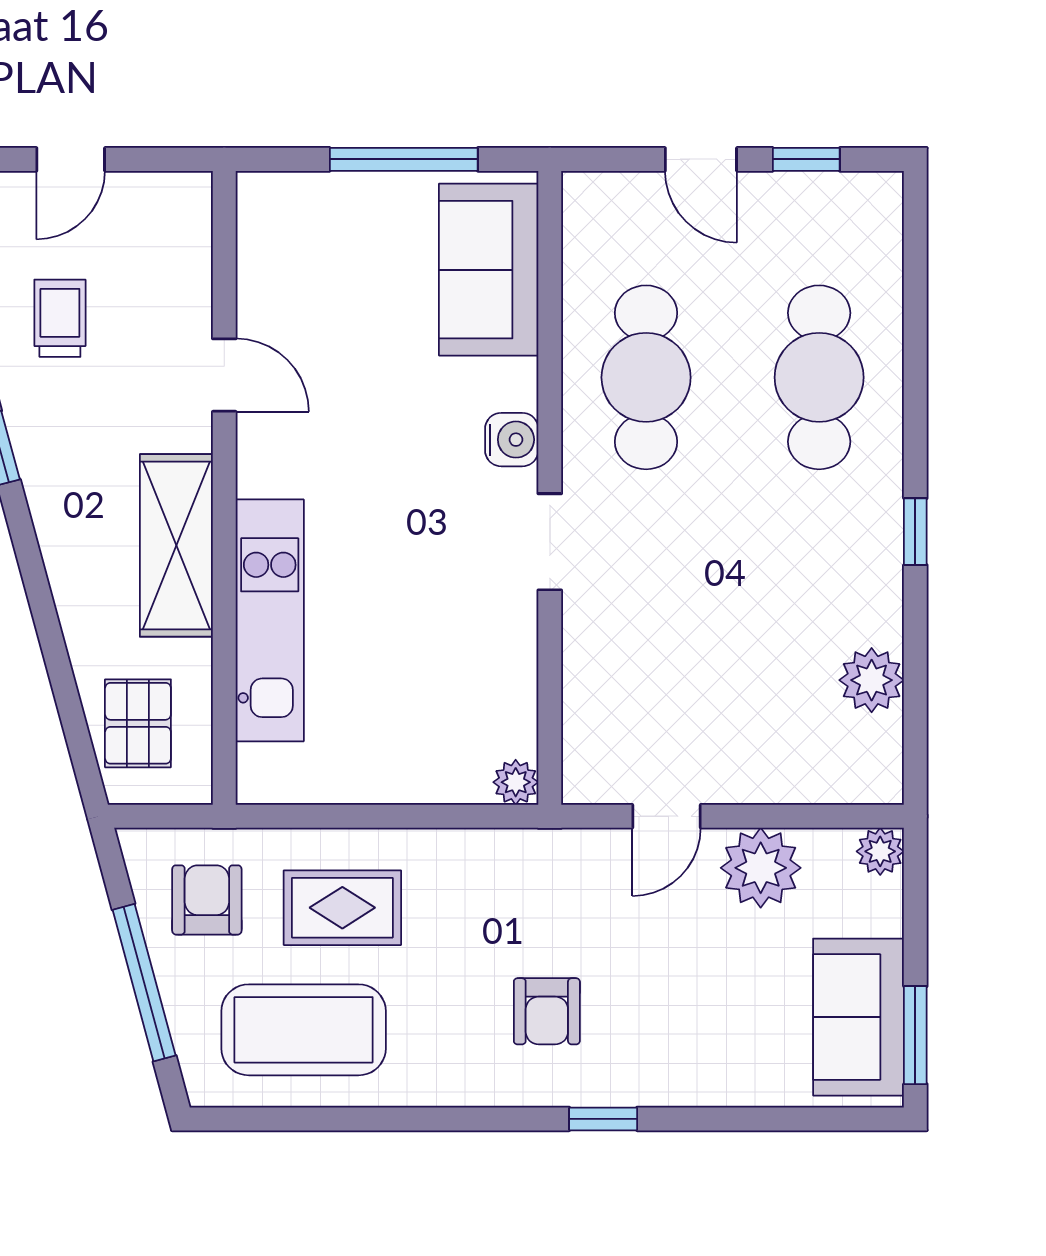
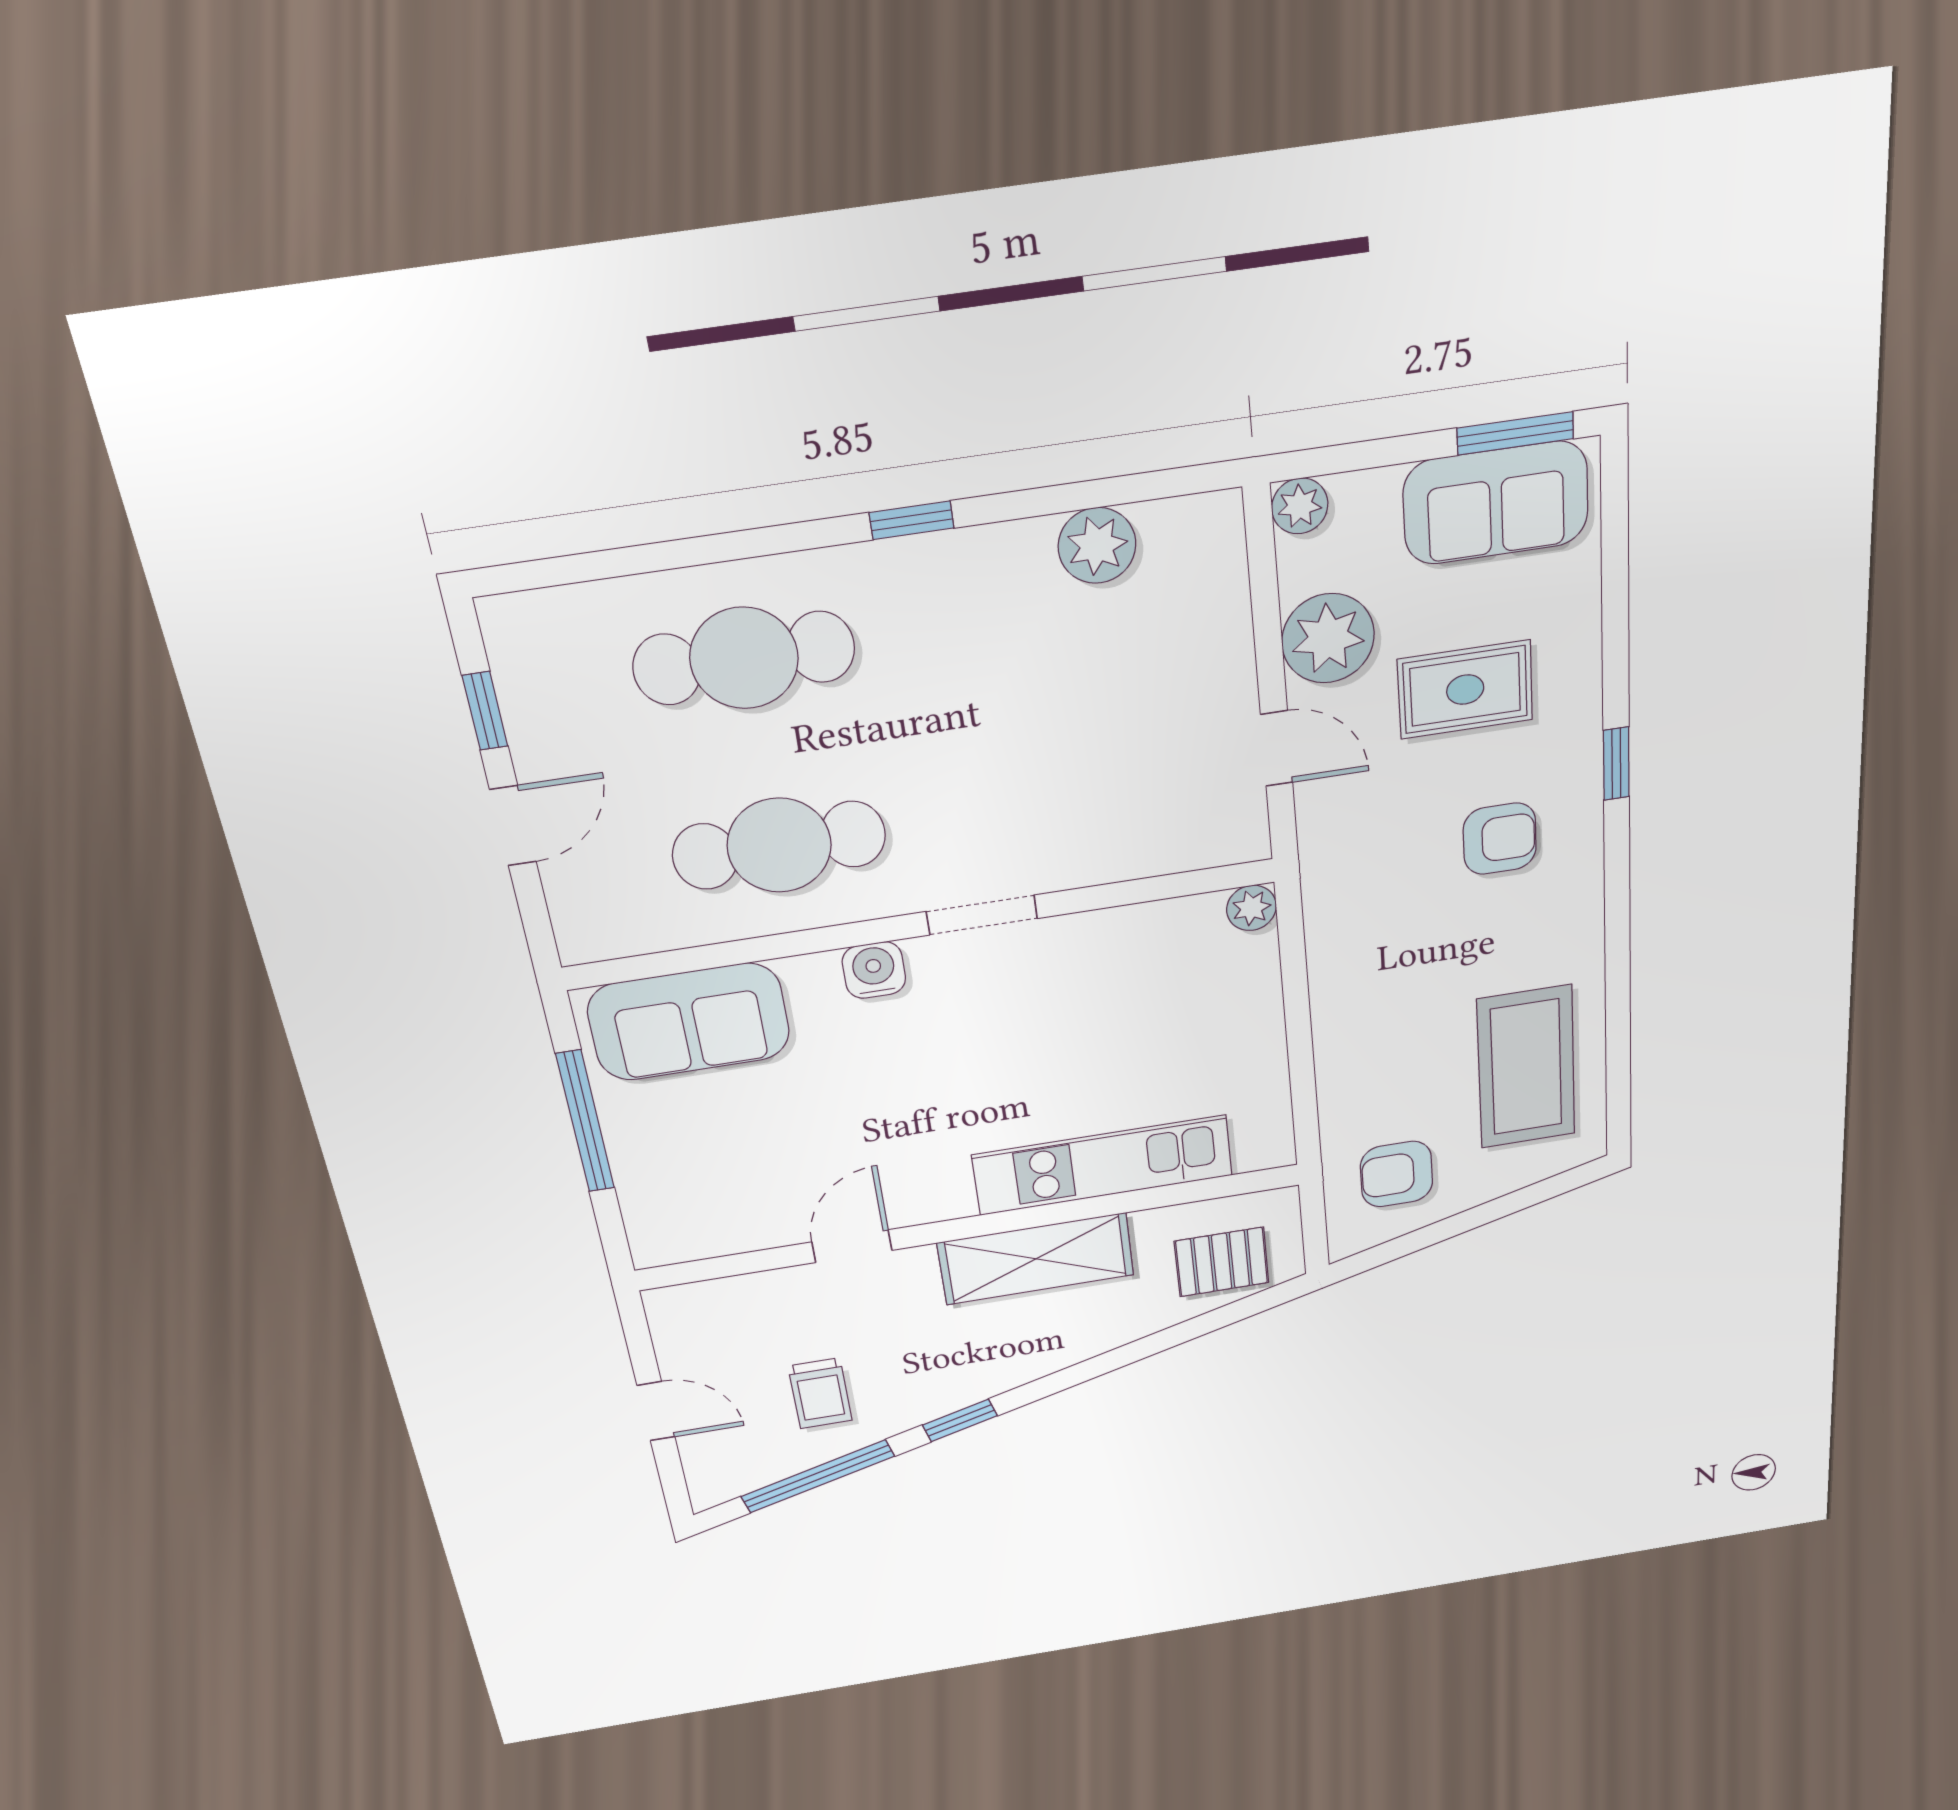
trolley: (60, 318) -> (820, 1393), turned -90
rug: (342, 908) -> (1465, 690), moved, turned 90
window: (144, 983) -> (1483, 1215), removed

